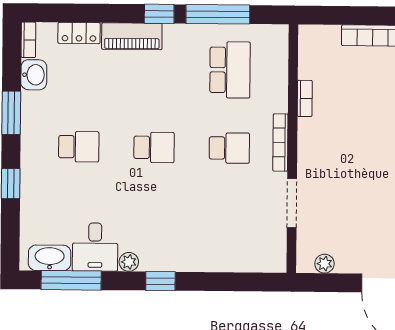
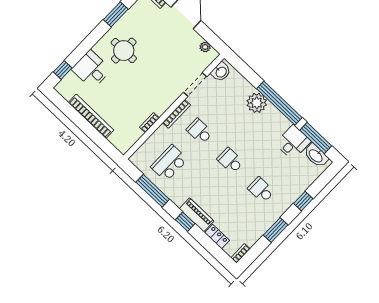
window: (159, 14) -> (185, 222), moved
washbasin: (34, 75) -> (221, 72), moved, turned 180
plant: (129, 262) -> (257, 103), moved, width x1.87, depth x1.87
window: (160, 281) -> (279, 103), width x3.17

